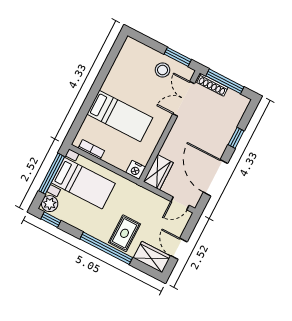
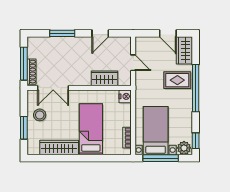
window: (178, 57) -> (24, 128), moved
wardrobe: (118, 73) -> (59, 147), added
window: (236, 138) -> (62, 33), width x1.50
wardrobe: (158, 172) -> (104, 78), moved
door: (215, 178) -> (100, 33), width x0.53
door: (180, 203) -> (133, 63), moved
door: (179, 249) -> (168, 33), hinge flipped

